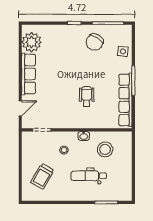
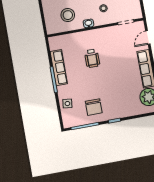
chair: (95, 42) -> (94, 107), turned 148
row of seats: (125, 100) -> (59, 68), width x0.73

